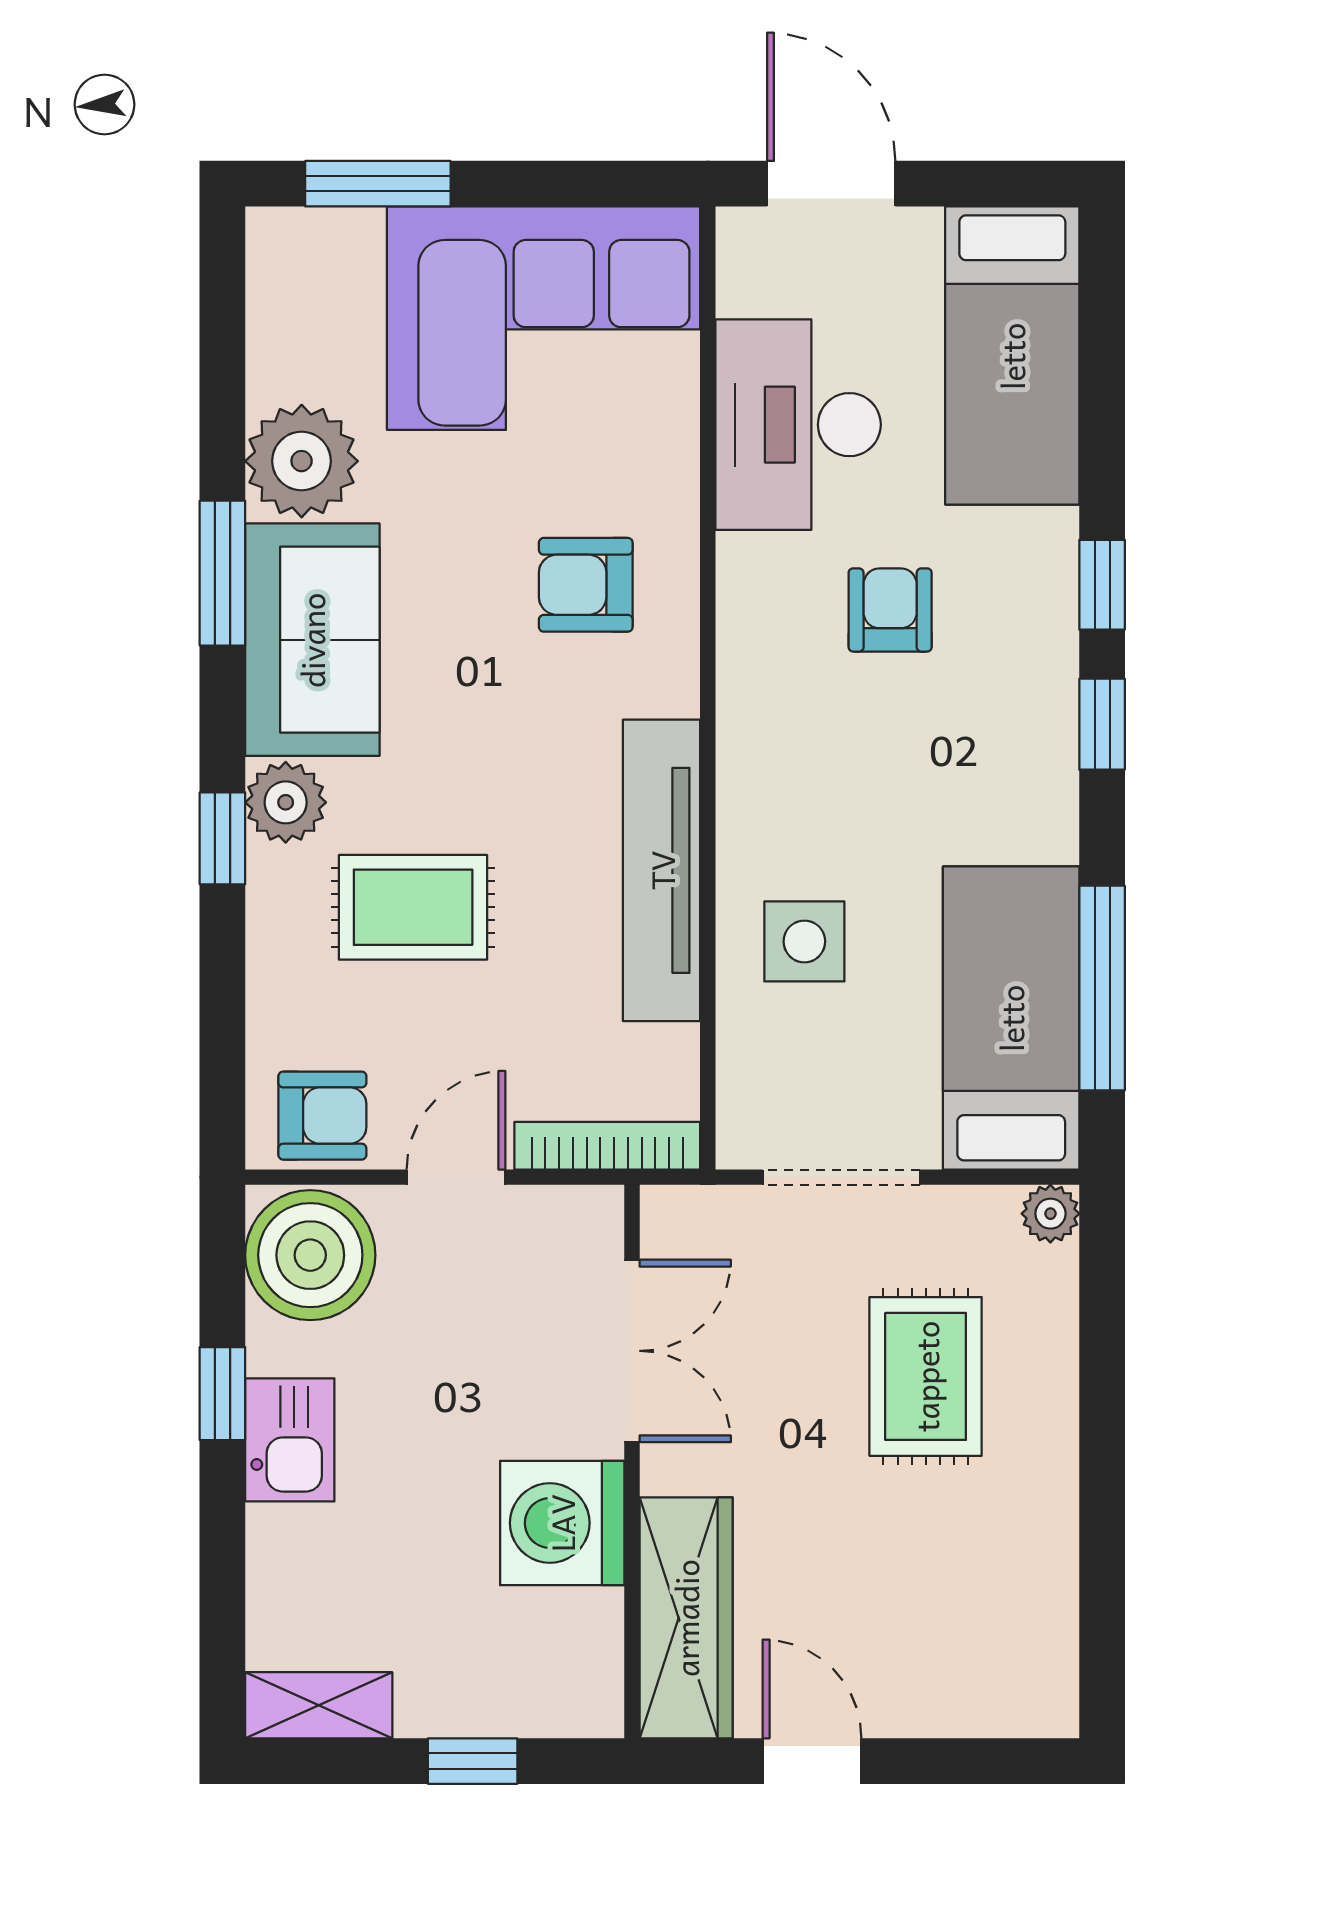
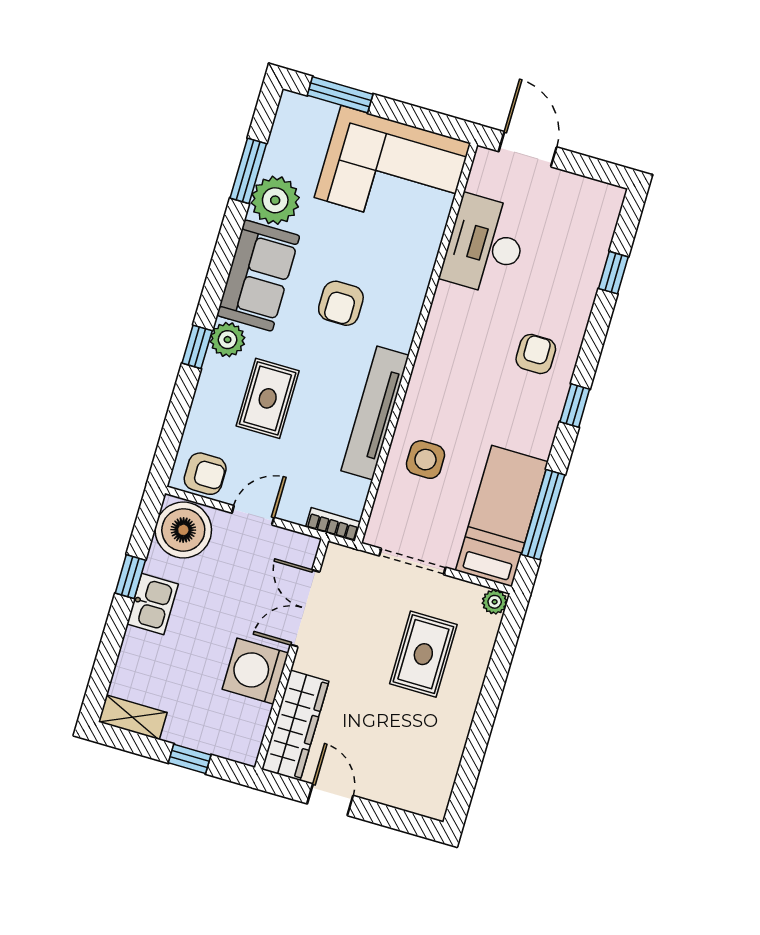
bed: (1012, 356) -> (582, 242), removed
window: (222, 573) -> (248, 171), moved
armchair: (586, 585) -> (341, 303), moved, turned -90
window: (1102, 585) -> (613, 273), moved
armchair: (890, 610) -> (536, 354), moved
rug: (413, 907) -> (268, 398), turned 90
bookcase: (607, 1146) -> (333, 524), width x0.64
double door: (632, 1351) -> (305, 608), swing flipped

